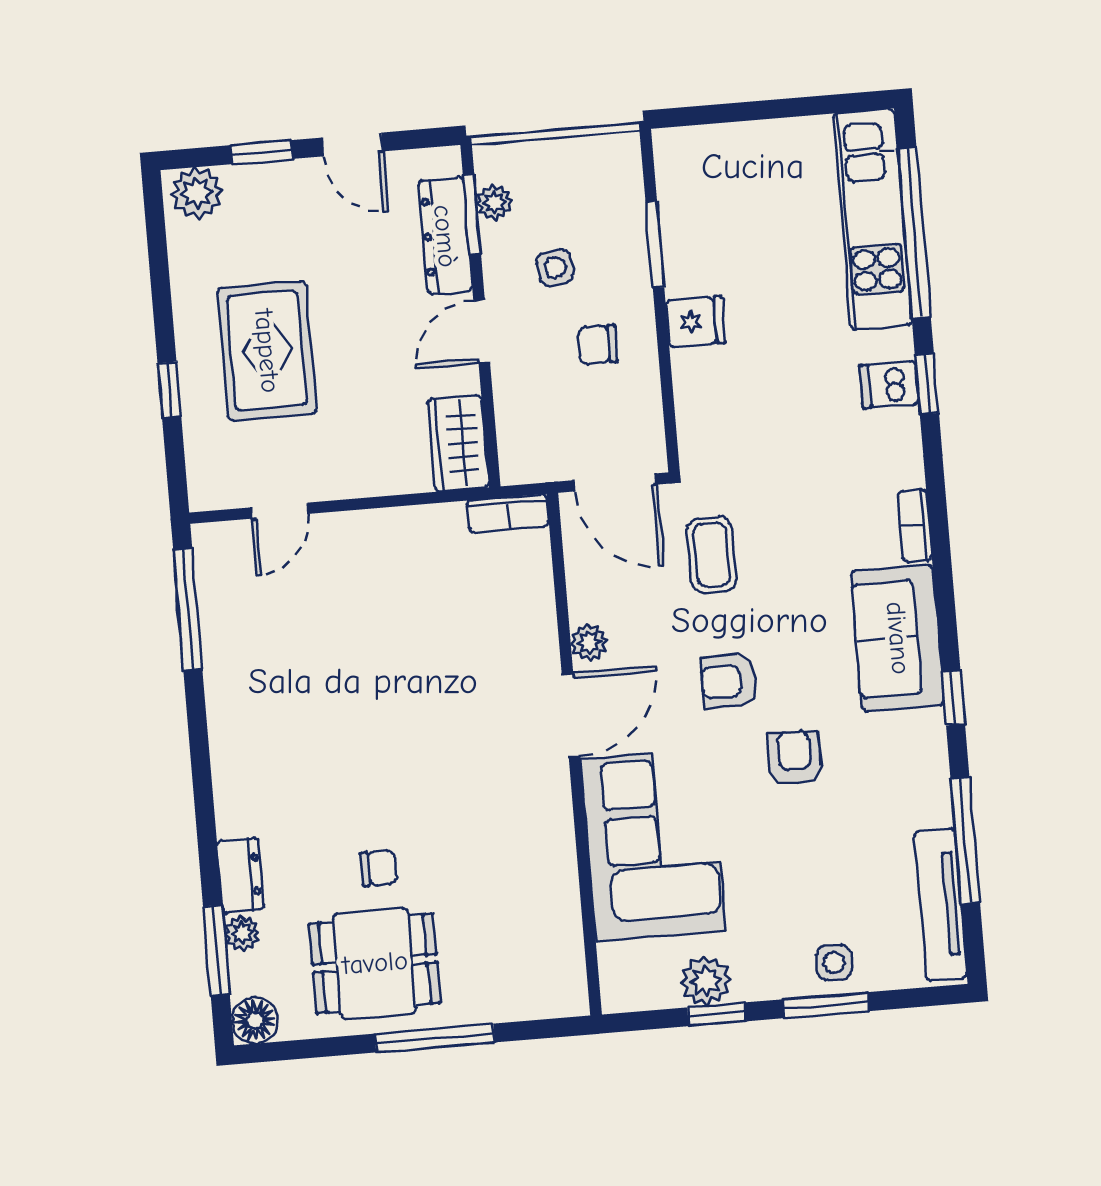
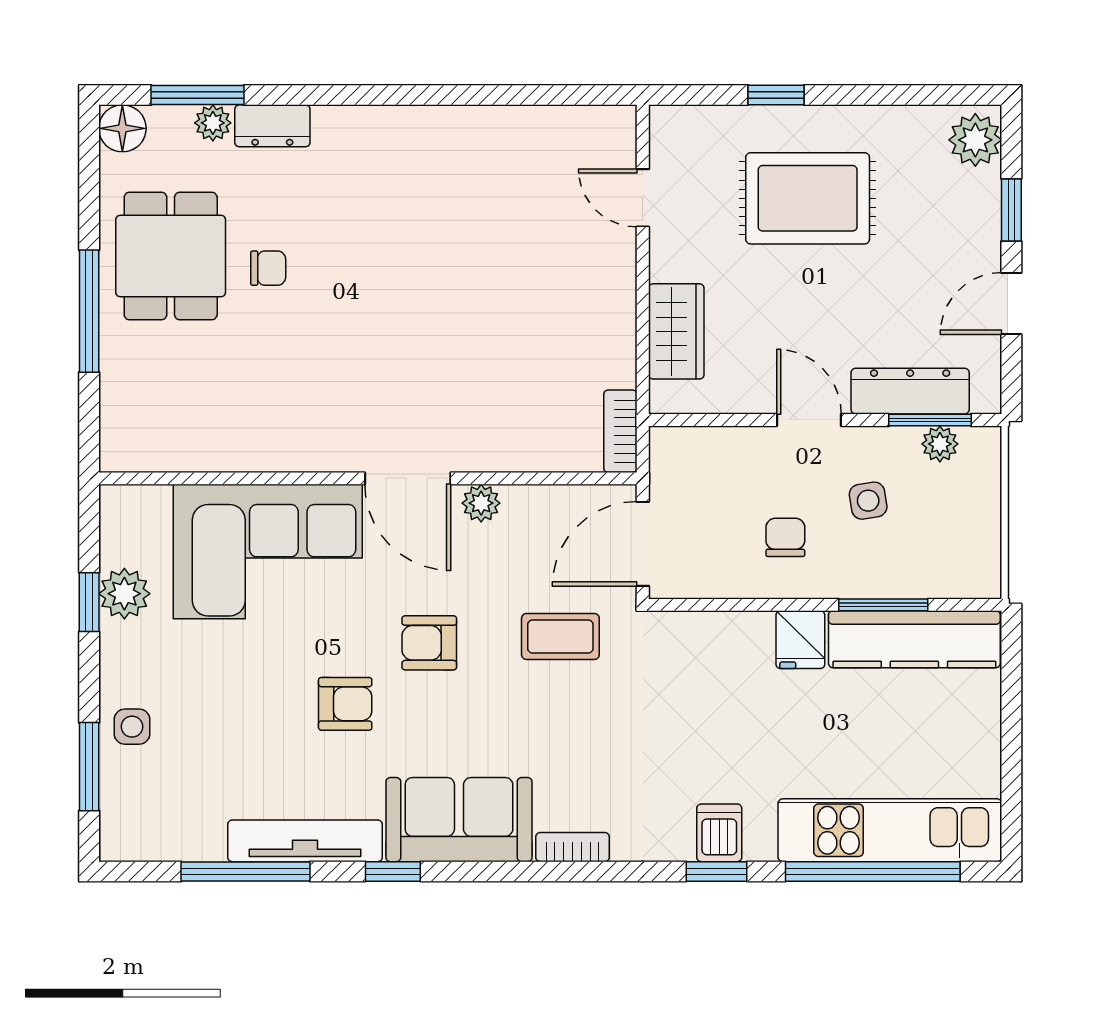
kitchen counter: (686, 211) -> (914, 639), added
wardrobe: (458, 443) -> (676, 331), moved, turned 90
window: (188, 609) -> (550, 95), removed
armchair: (729, 681) -> (429, 643), turned -90
chair: (379, 868) -> (268, 268), turned -90
tv unit: (941, 905) -> (305, 841), moved
window: (826, 1005) -> (89, 767), moved

